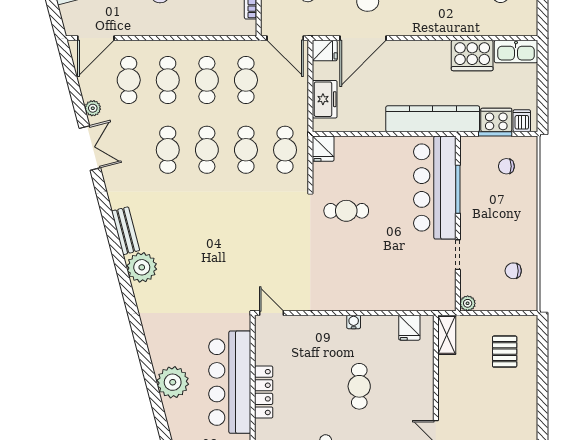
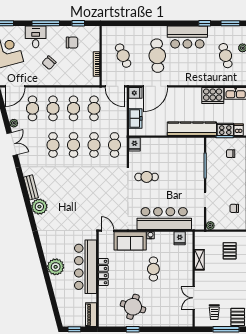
bar counter: (435, 188) -> (164, 219), moved, turned 90
sofa: (315, 333) -> (130, 241), added
shelving: (447, 335) -> (199, 260), moved

